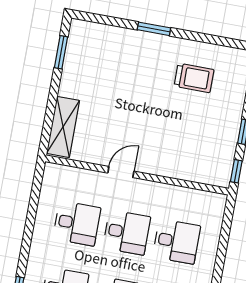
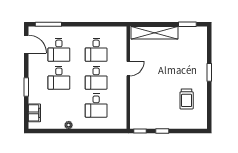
shelving: (63, 127) -> (155, 33), width x1.47
door: (121, 172) -> (128, 69), hinge flipped

